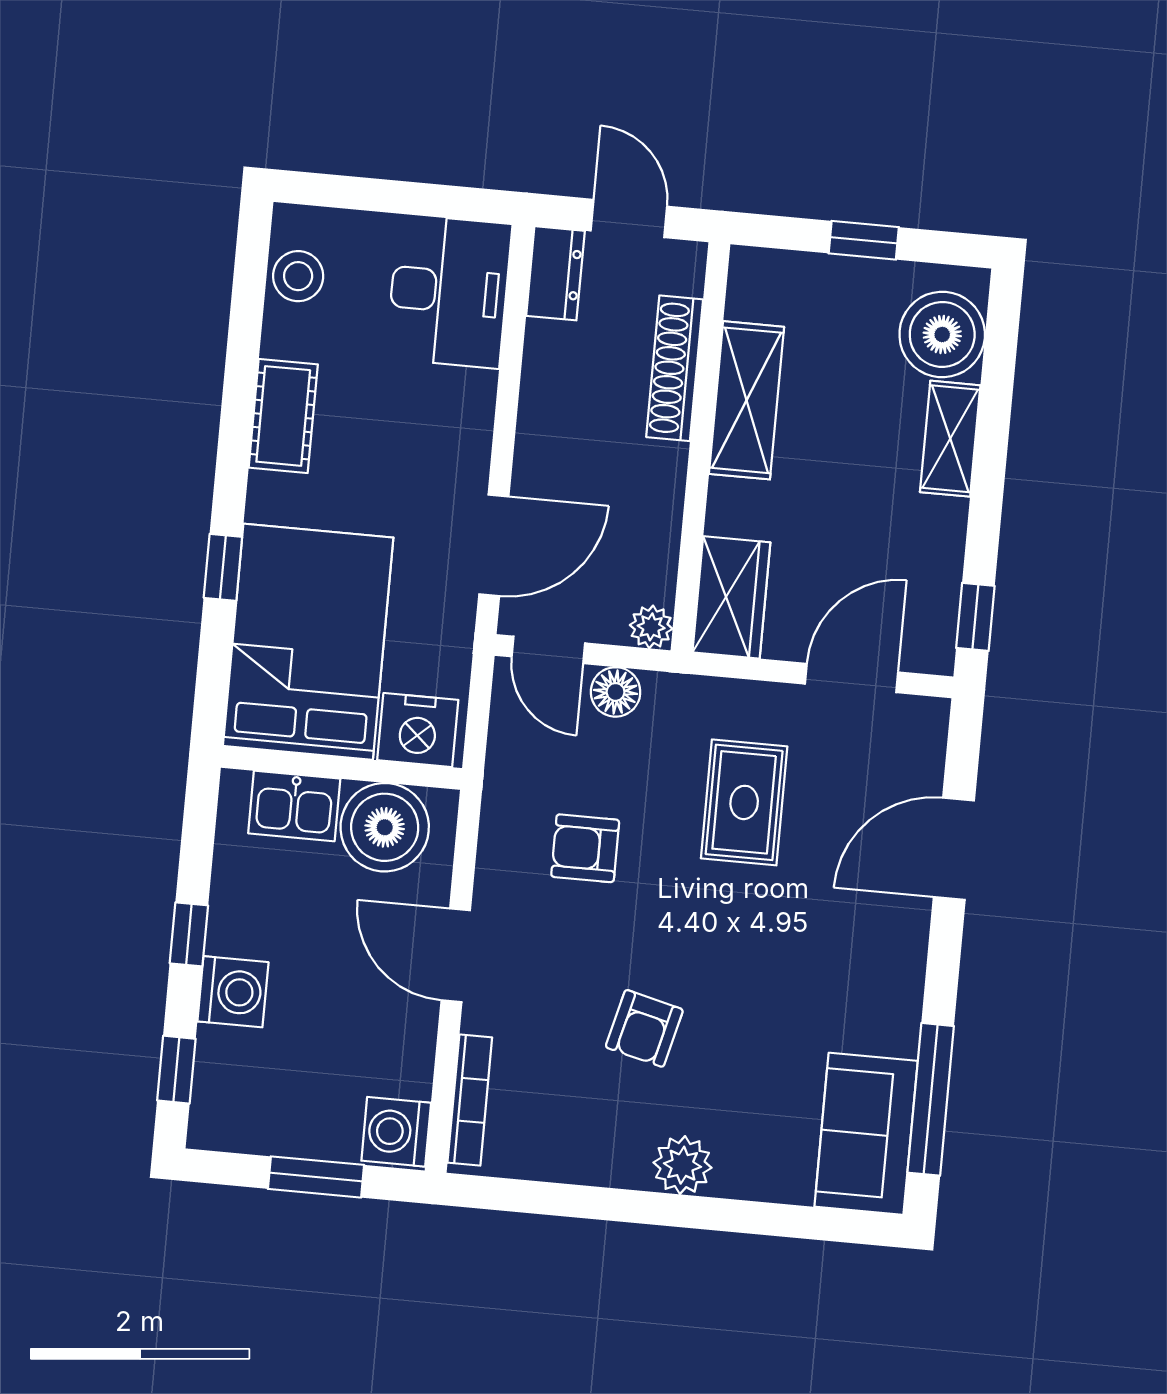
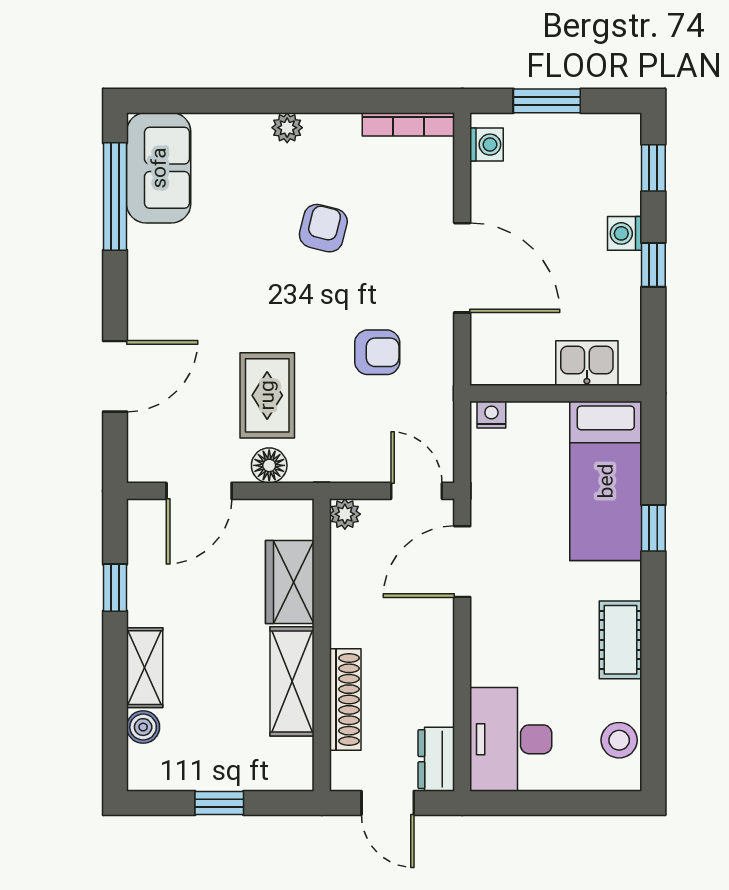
boiler: (942, 334) -> (143, 727), width x0.54, depth x0.54
wardrobe: (731, 597) -> (290, 582), moved
window: (975, 617) -> (115, 588), moved
bed: (308, 642) -> (606, 481), width x0.67
floor lamp: (616, 692) -> (269, 465), moved
nightstand: (418, 730) -> (491, 415), width x0.53, depth x0.56
boiler: (385, 827) -> (521, 354), removed
door: (456, 955) -> (462, 268), width x1.36
washing machine: (233, 992) -> (625, 233), width x0.73, depth x0.73
bookcase: (470, 1100) -> (408, 124), moved, turned -90
washing machine: (396, 1132) -> (487, 145), width x0.73, depth x0.73
plant: (682, 1165) -> (287, 128), width x0.73, depth x0.73

